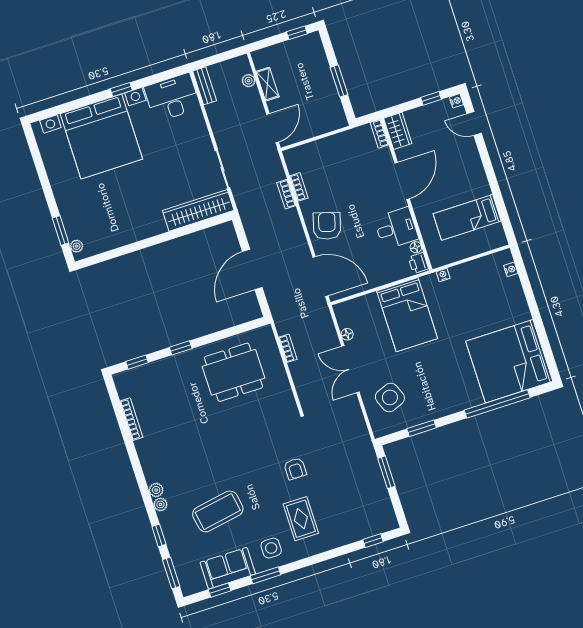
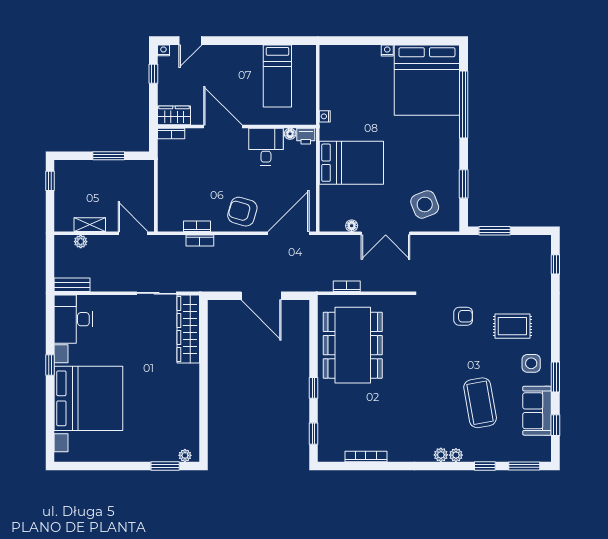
nightstand: (511, 269) -> (387, 50), moved
dining table: (233, 372) -> (353, 345), width x1.36, depth x1.24

